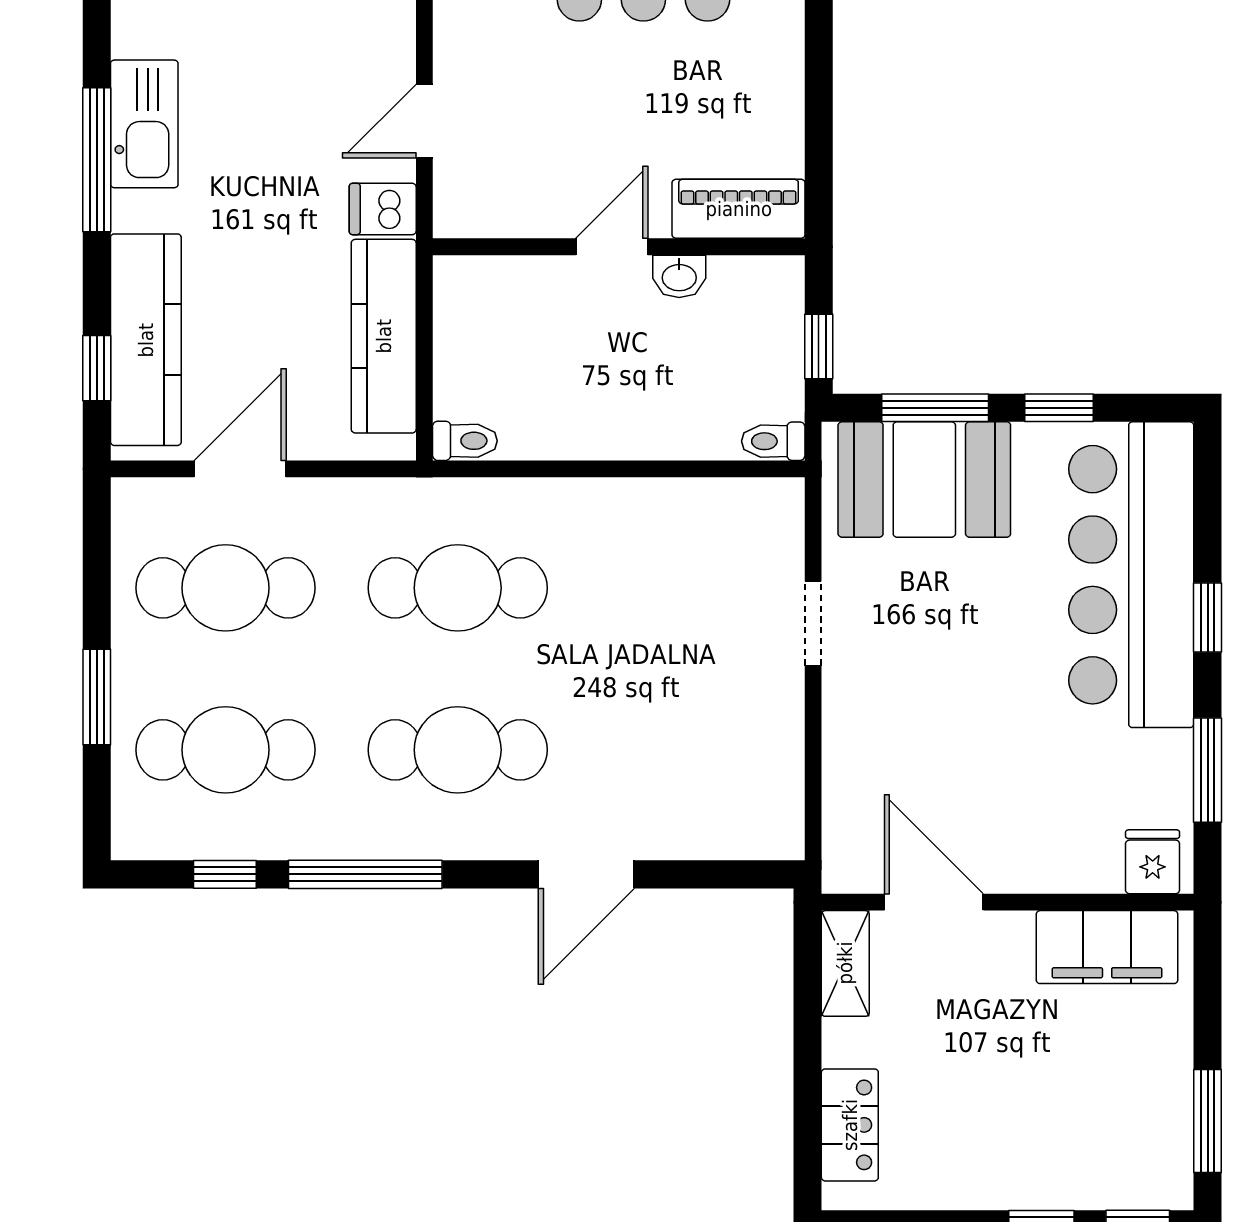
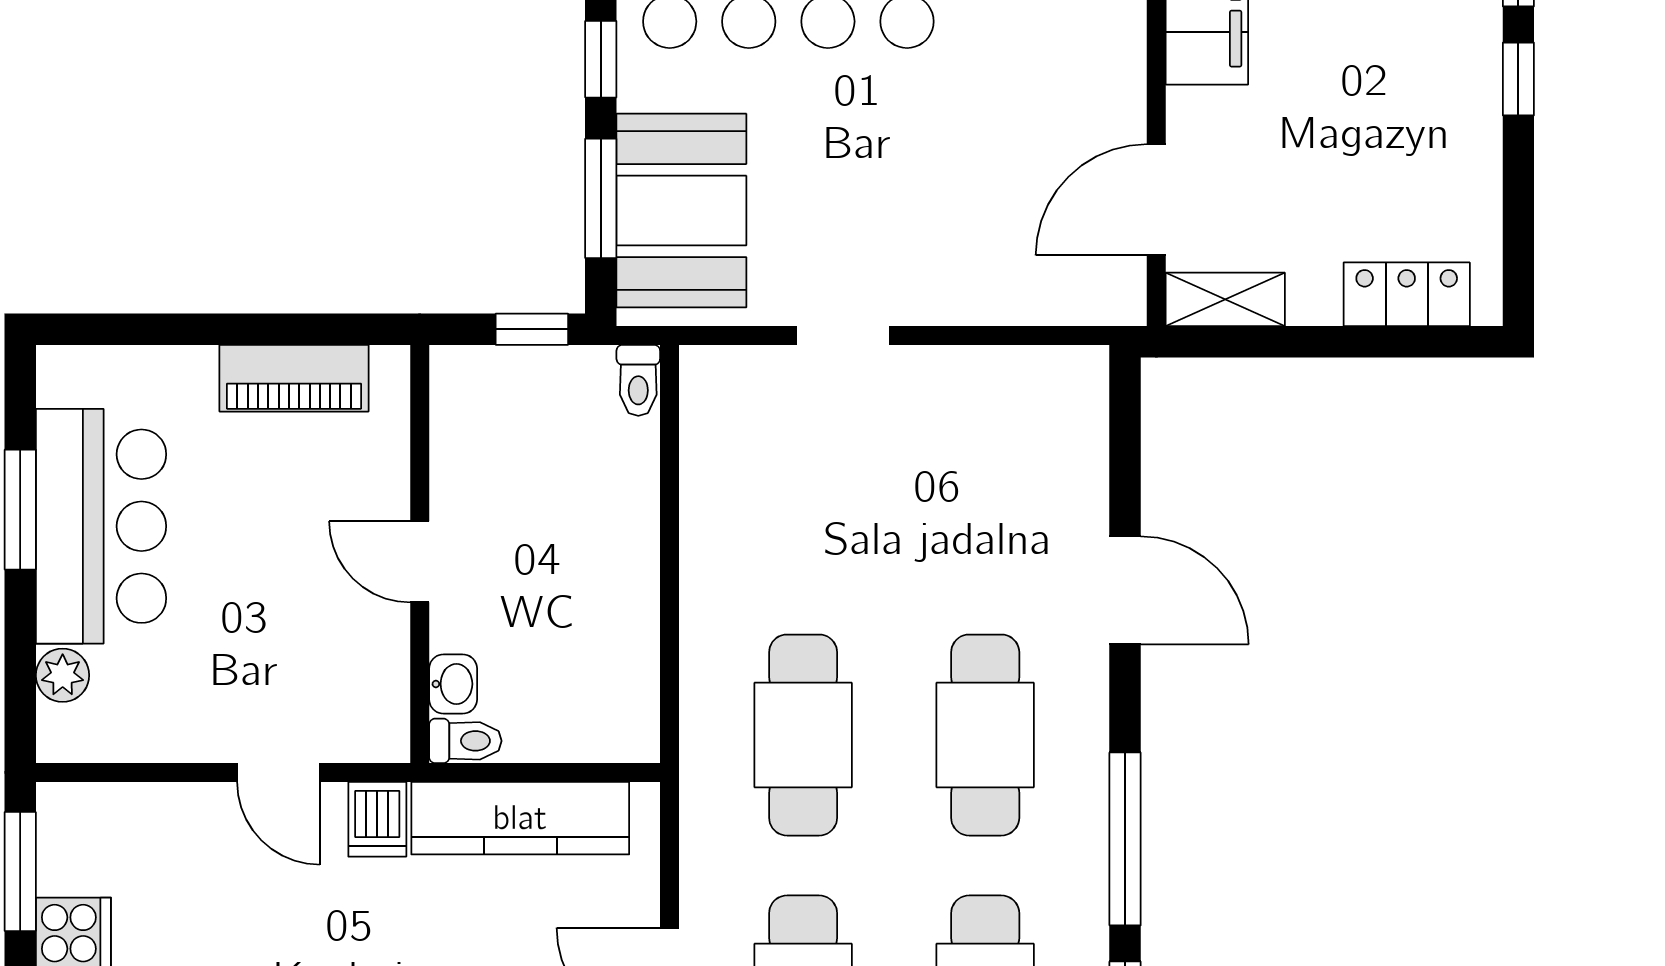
piano: (739, 209) -> (294, 378), moved, turned -90
washbasin: (679, 276) -> (453, 684), moved
toilet: (465, 441) -> (465, 741), moved, turned 90

